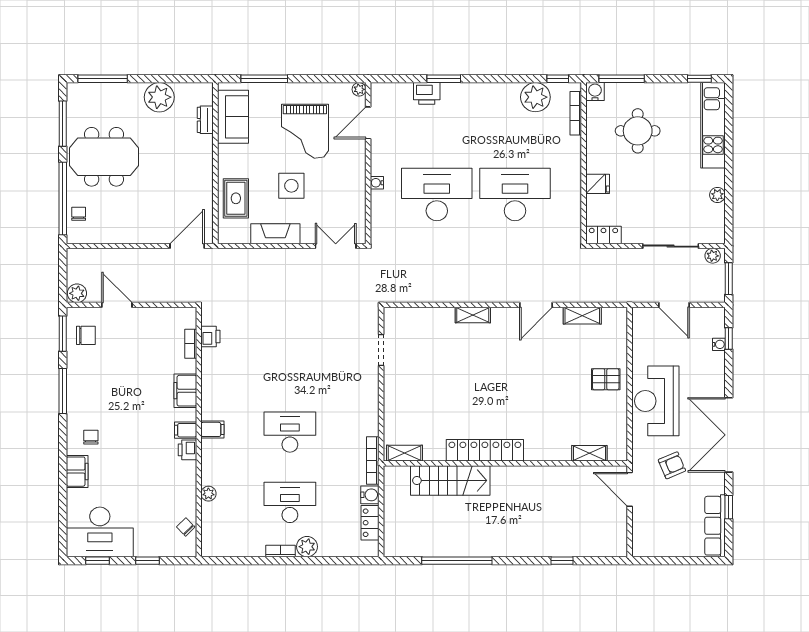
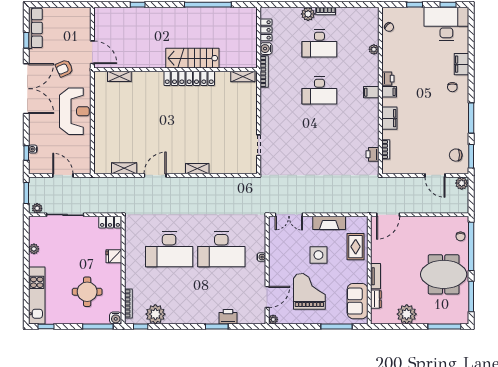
tv unit: (206, 154) -> (376, 276), added
pallet: (606, 379) -> (108, 126), removed
stairs: (450, 481) -> (192, 58), moved

